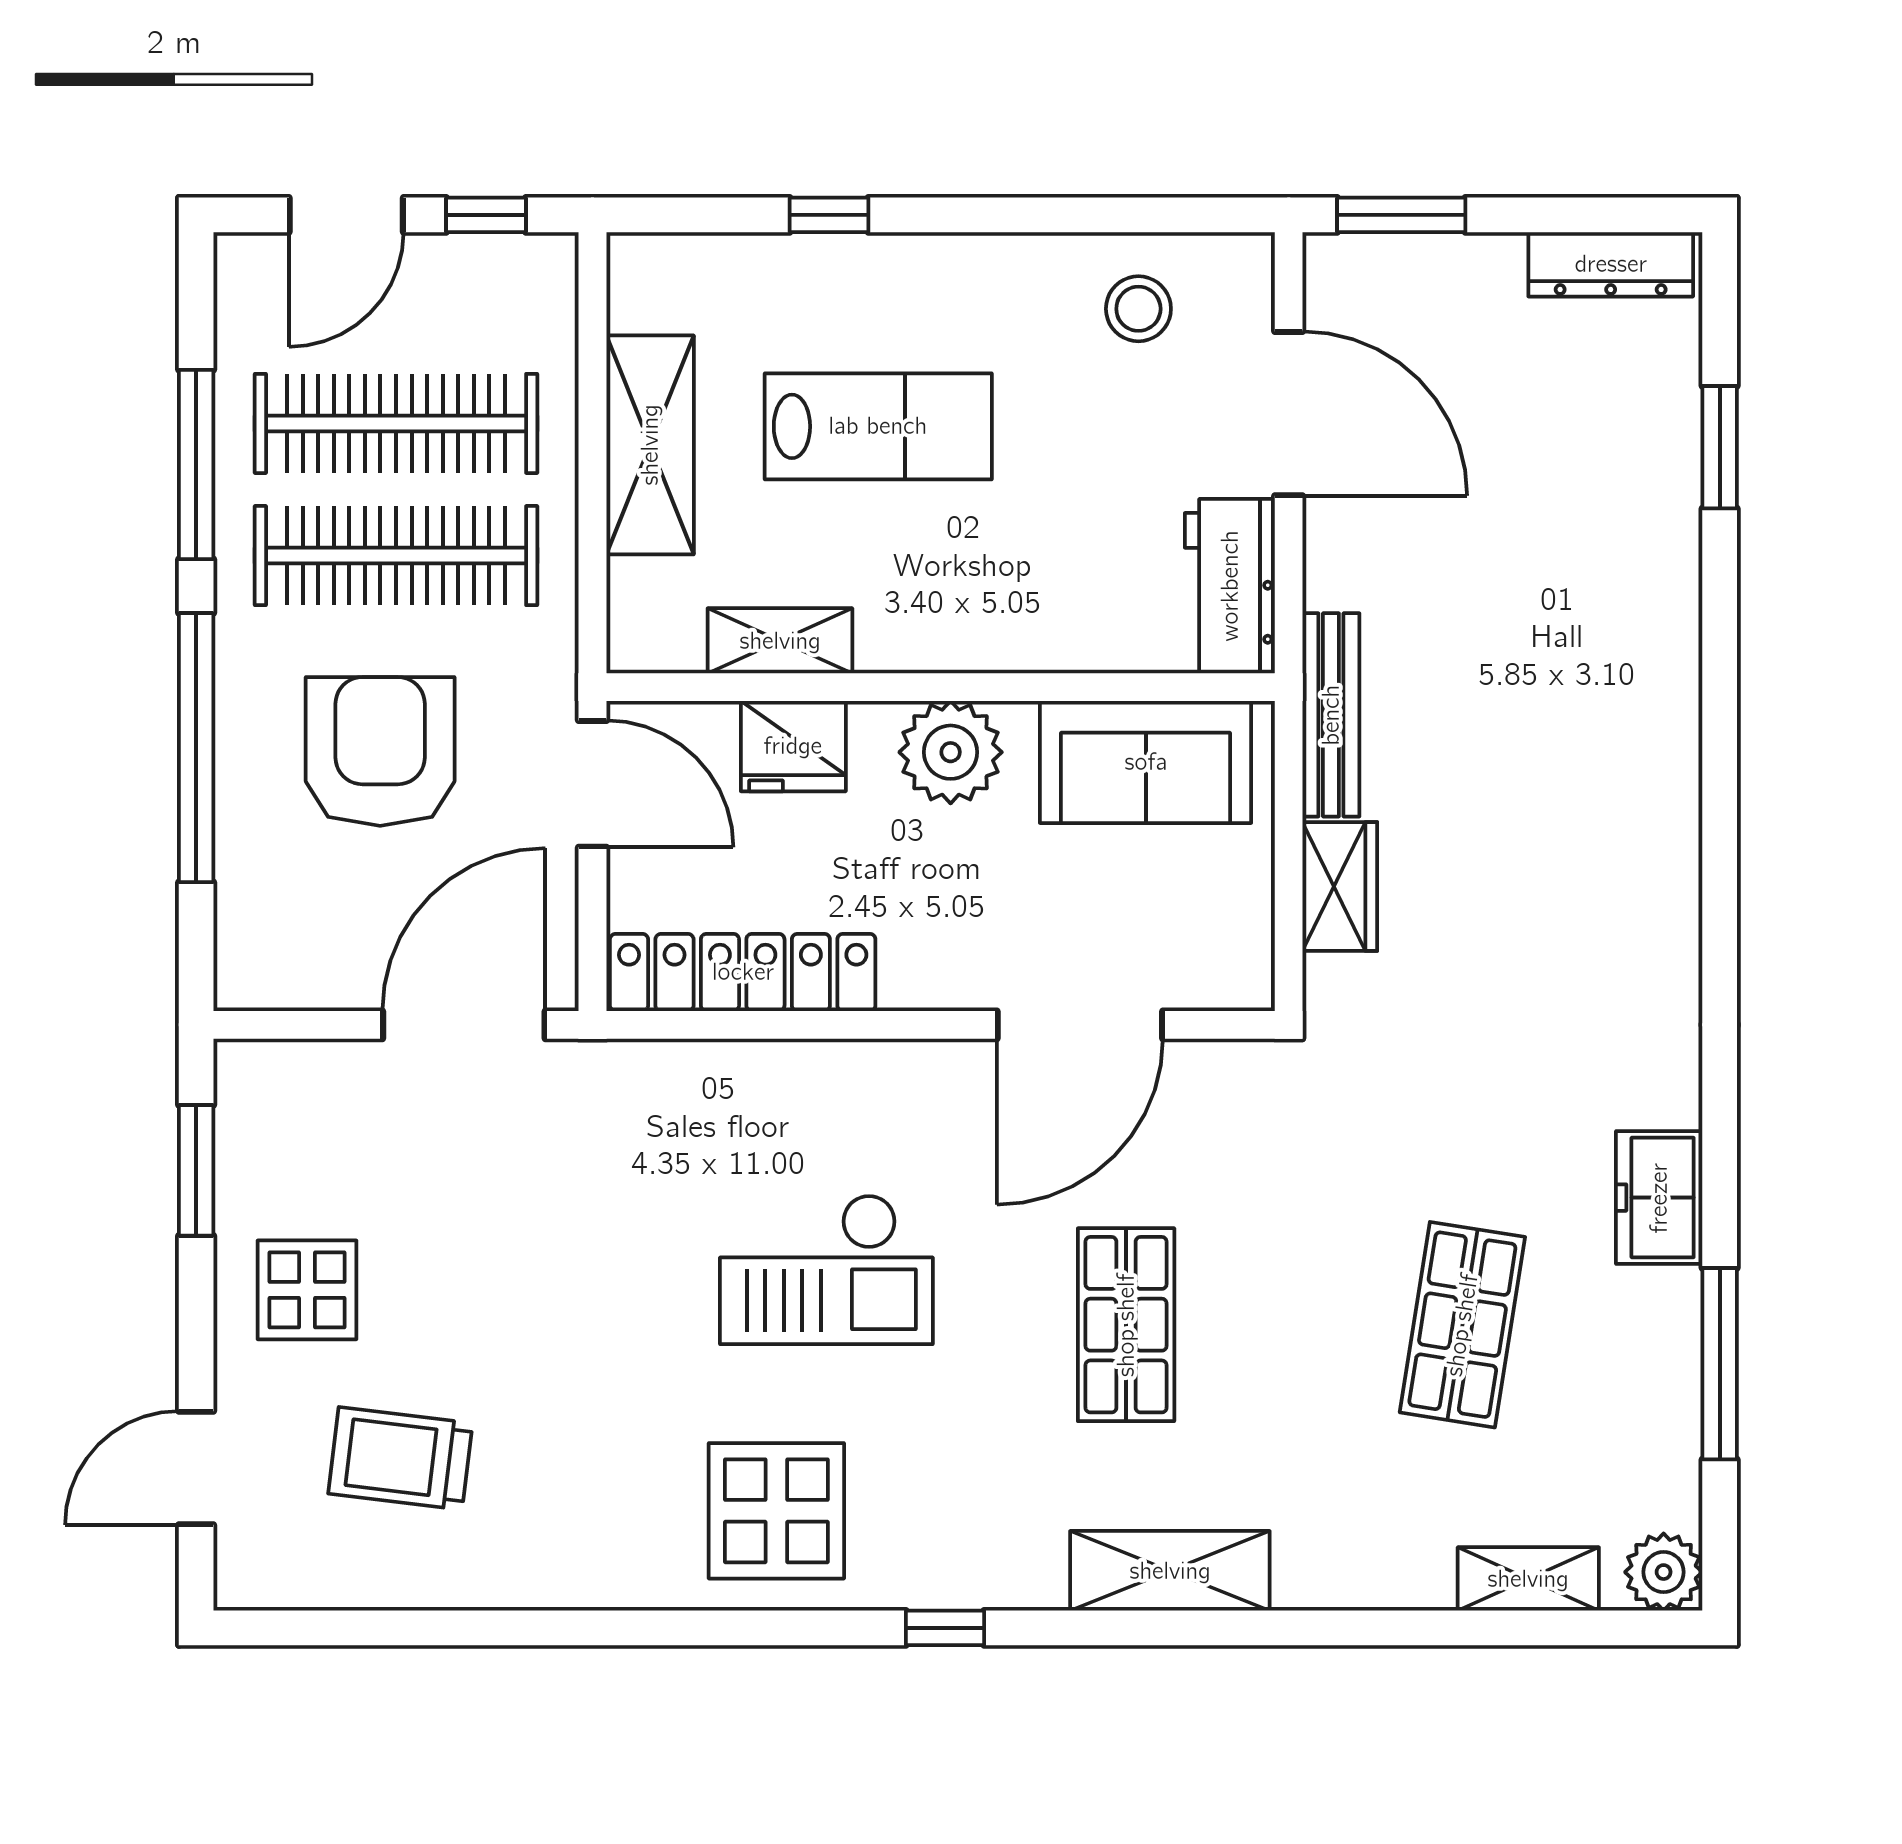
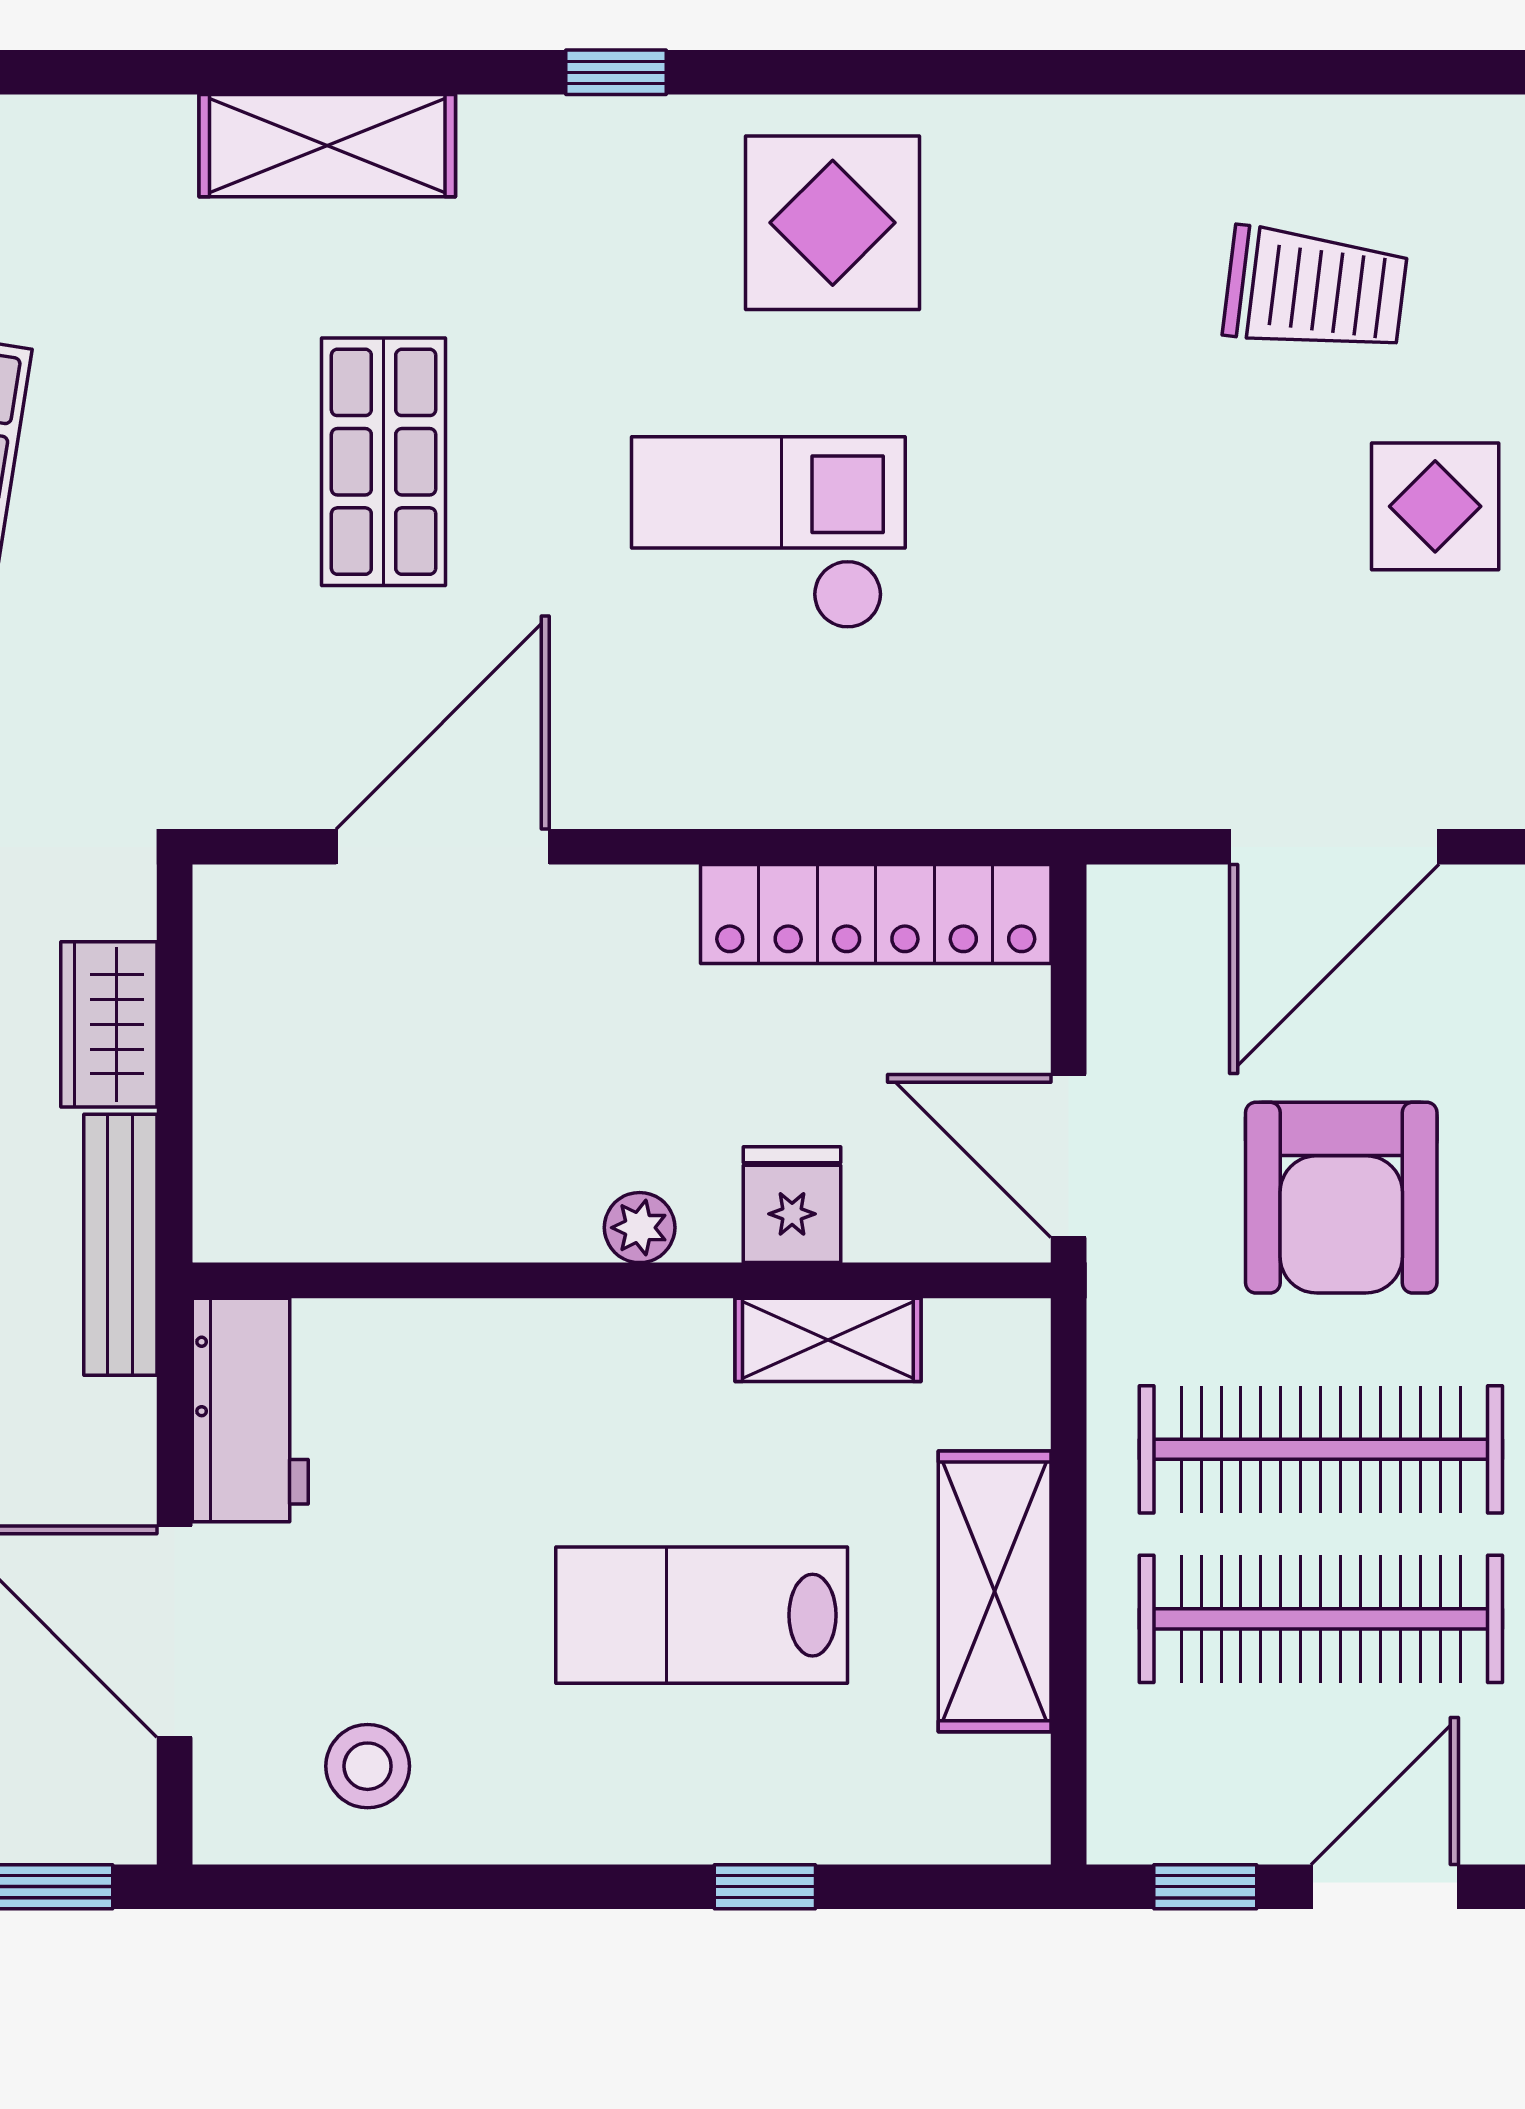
fridge: (793, 746) -> (792, 1205), width x0.72
plant: (951, 752) -> (640, 1228), width x0.53, depth x0.53
sofa: (1146, 762) -> (359, 1184), removed
door: (464, 1025) -> (1334, 847), moved

